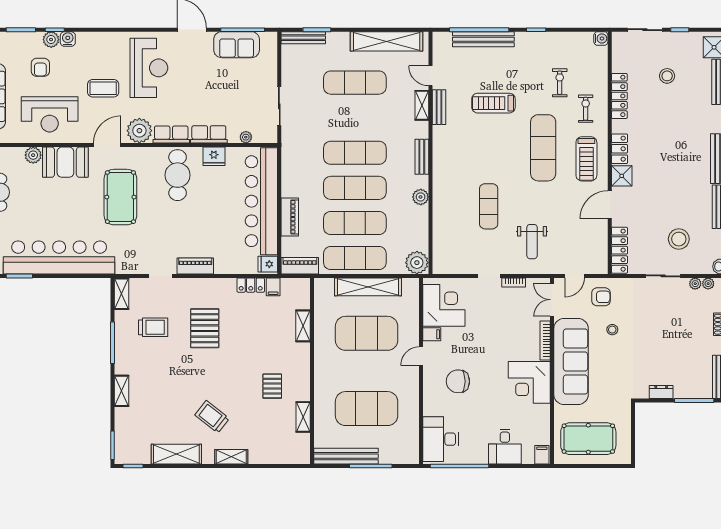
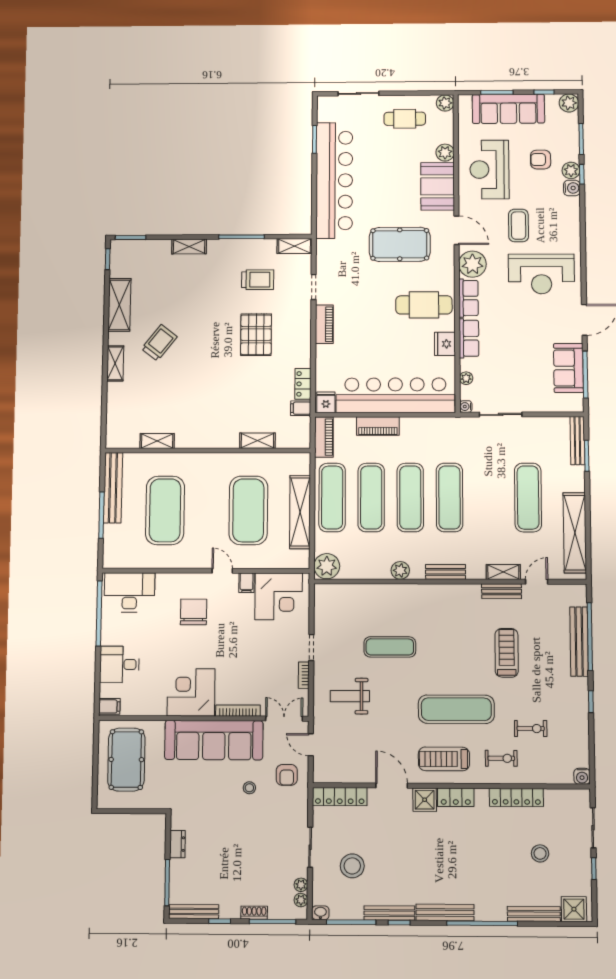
water cooler: (272, 138) -> (466, 407), added
trolley: (153, 327) -> (258, 280), turned -90
pallet: (205, 328) -> (256, 335), turned 90
pallet: (272, 386) -> (192, 407), removed

